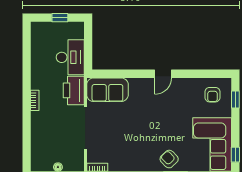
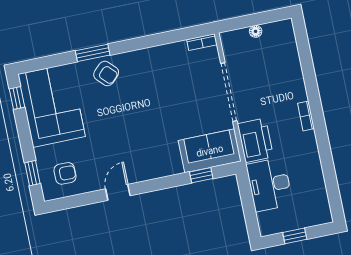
window: (117, 74) -> (201, 175), added
door: (163, 74) -> (118, 192), moved
armchair: (212, 95) -> (65, 173), turned 90

